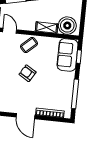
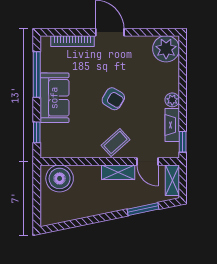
shelving: (47, 27) -> (118, 172), moved
sofa: (68, 55) -> (54, 98), moved

